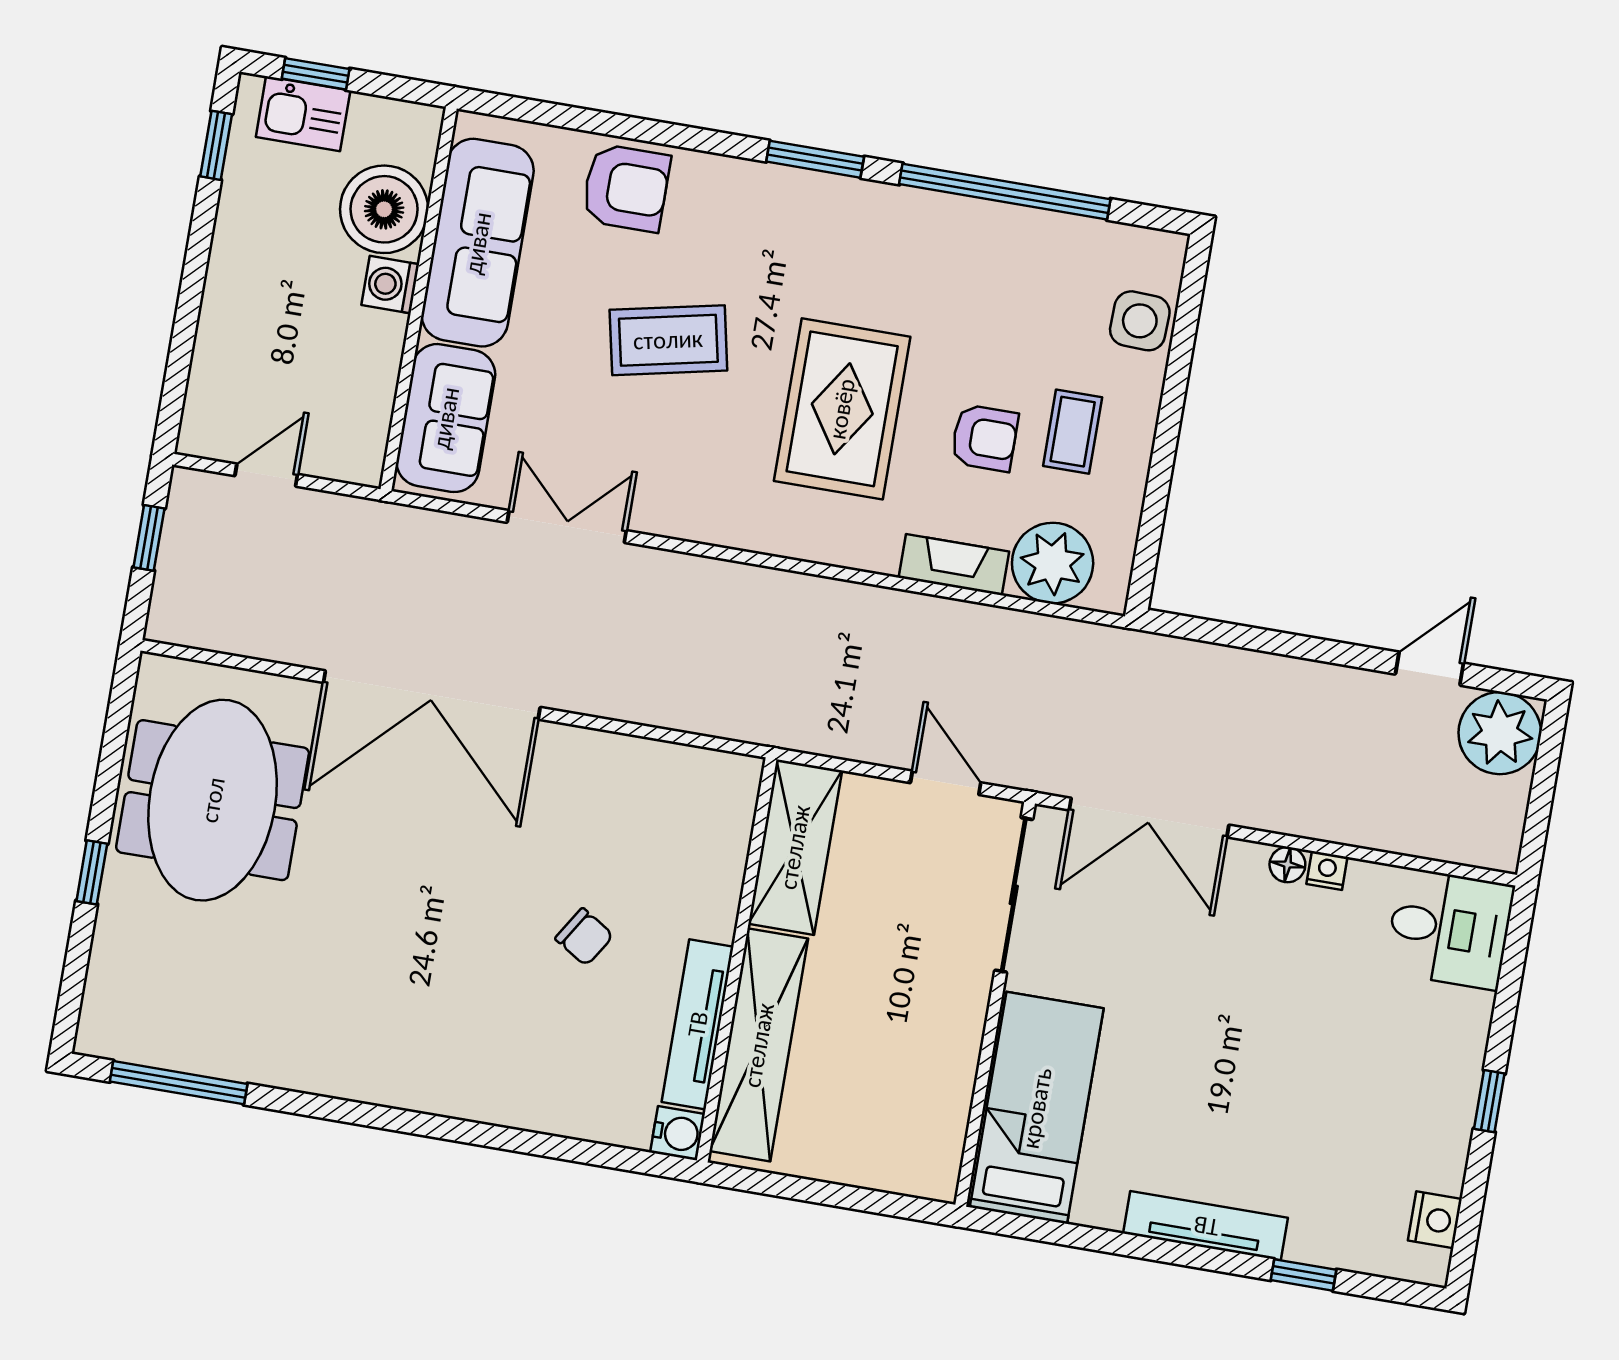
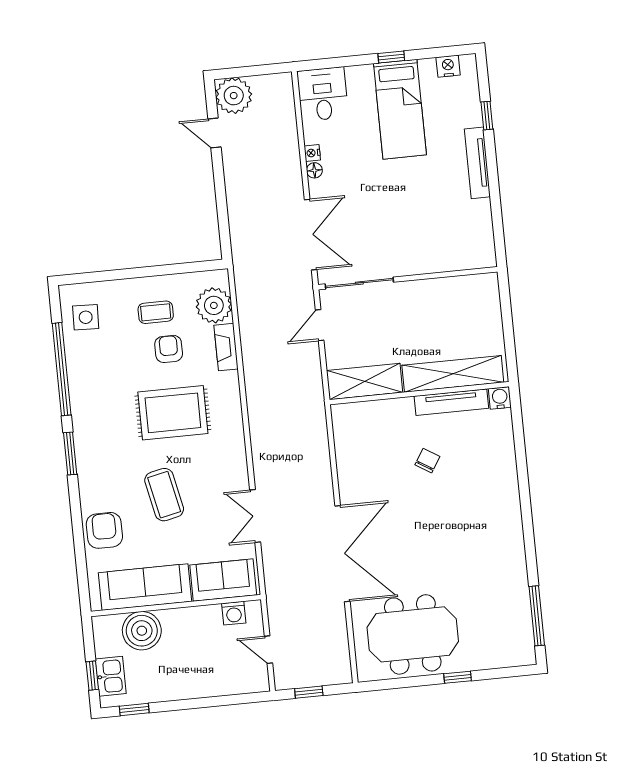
washing machine: (390, 285) -> (234, 613), moved
side table: (1140, 321) -> (86, 317), moved
bed: (1037, 1108) -> (400, 109), moved, turned -90

